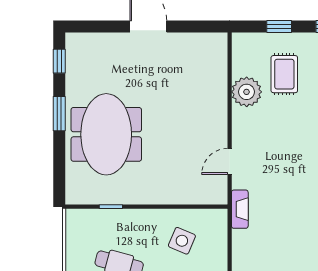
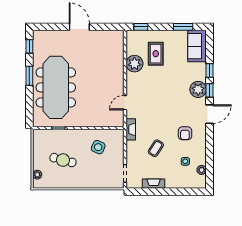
window: (279, 26) -> (141, 27), moved
meeting table: (106, 134) -> (56, 87), width x1.36
coffee table: (285, 243) -> (156, 148), added

